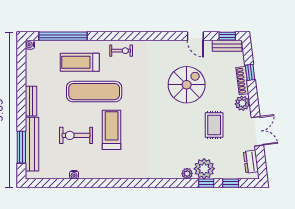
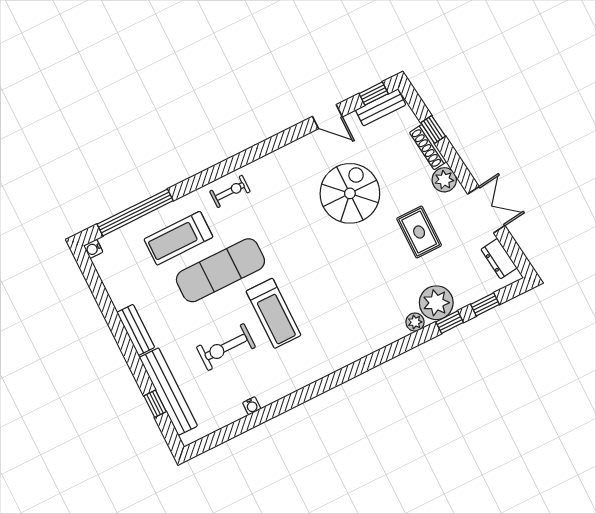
treadmill: (112, 130) -> (274, 313), turned 180
window: (21, 147) -> (155, 404), width x0.46

